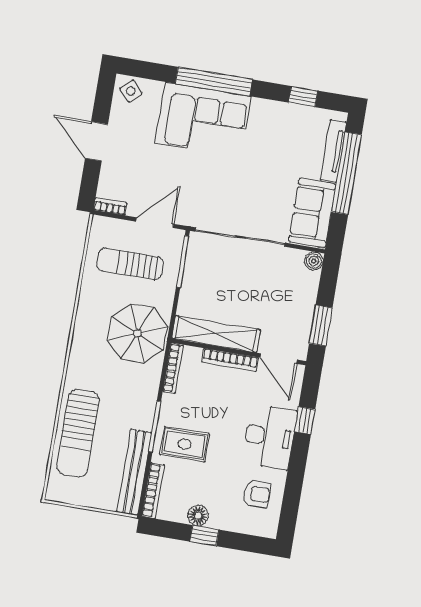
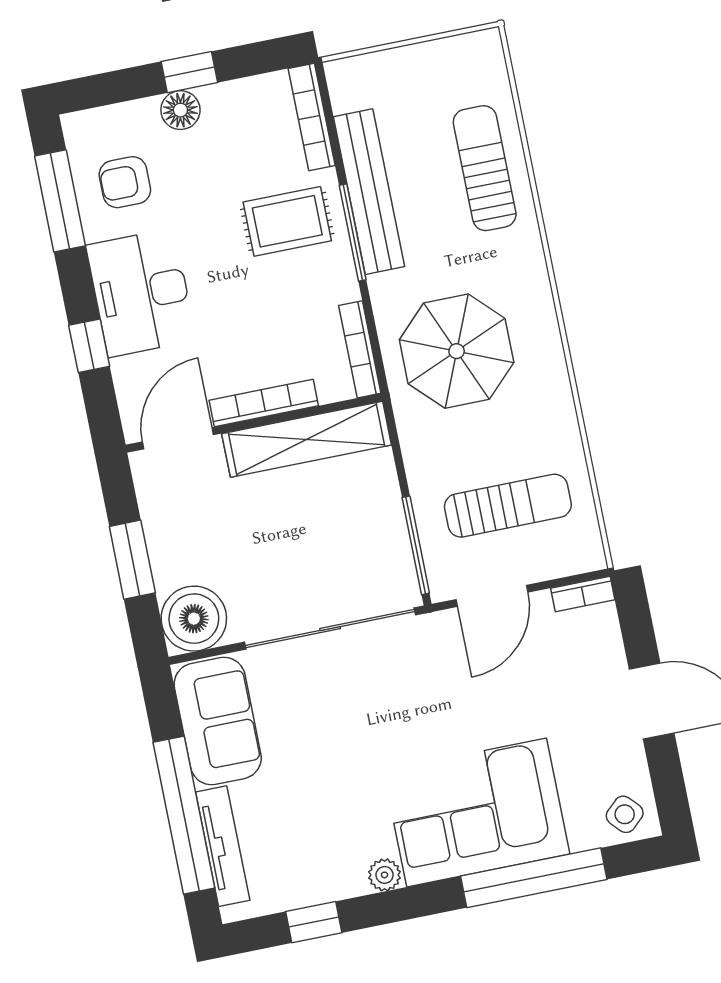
window: (214, 82) -> (534, 878), moved
plant: (260, 106) -> (385, 875), added
boiler: (314, 261) -> (194, 619), width x1.86, depth x1.86
window: (321, 326) -> (132, 560), moved
parasol: (137, 333) -> (457, 351), moved
door: (279, 359) -> (178, 438), hinge flipped
sun lounger: (78, 433) -> (485, 168), width x0.73, depth x0.75
bench: (134, 472) -> (369, 192), moved
window: (292, 497) -> (60, 201), added
floor lamp: (198, 516) -> (180, 110), moved

